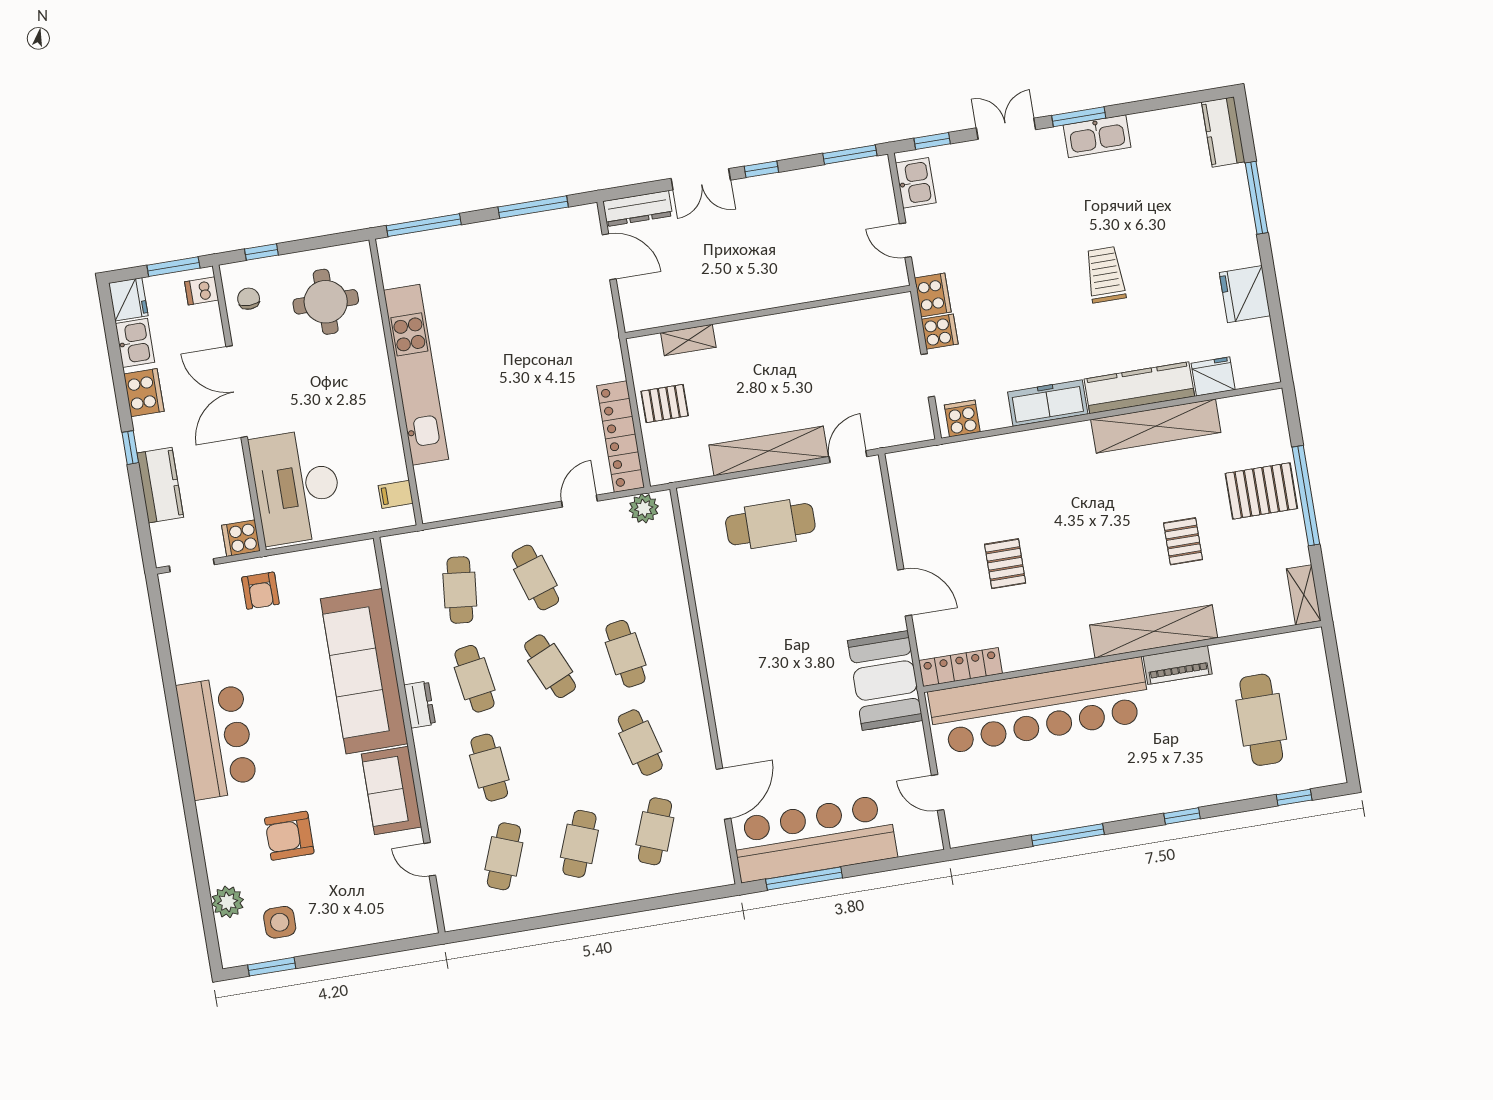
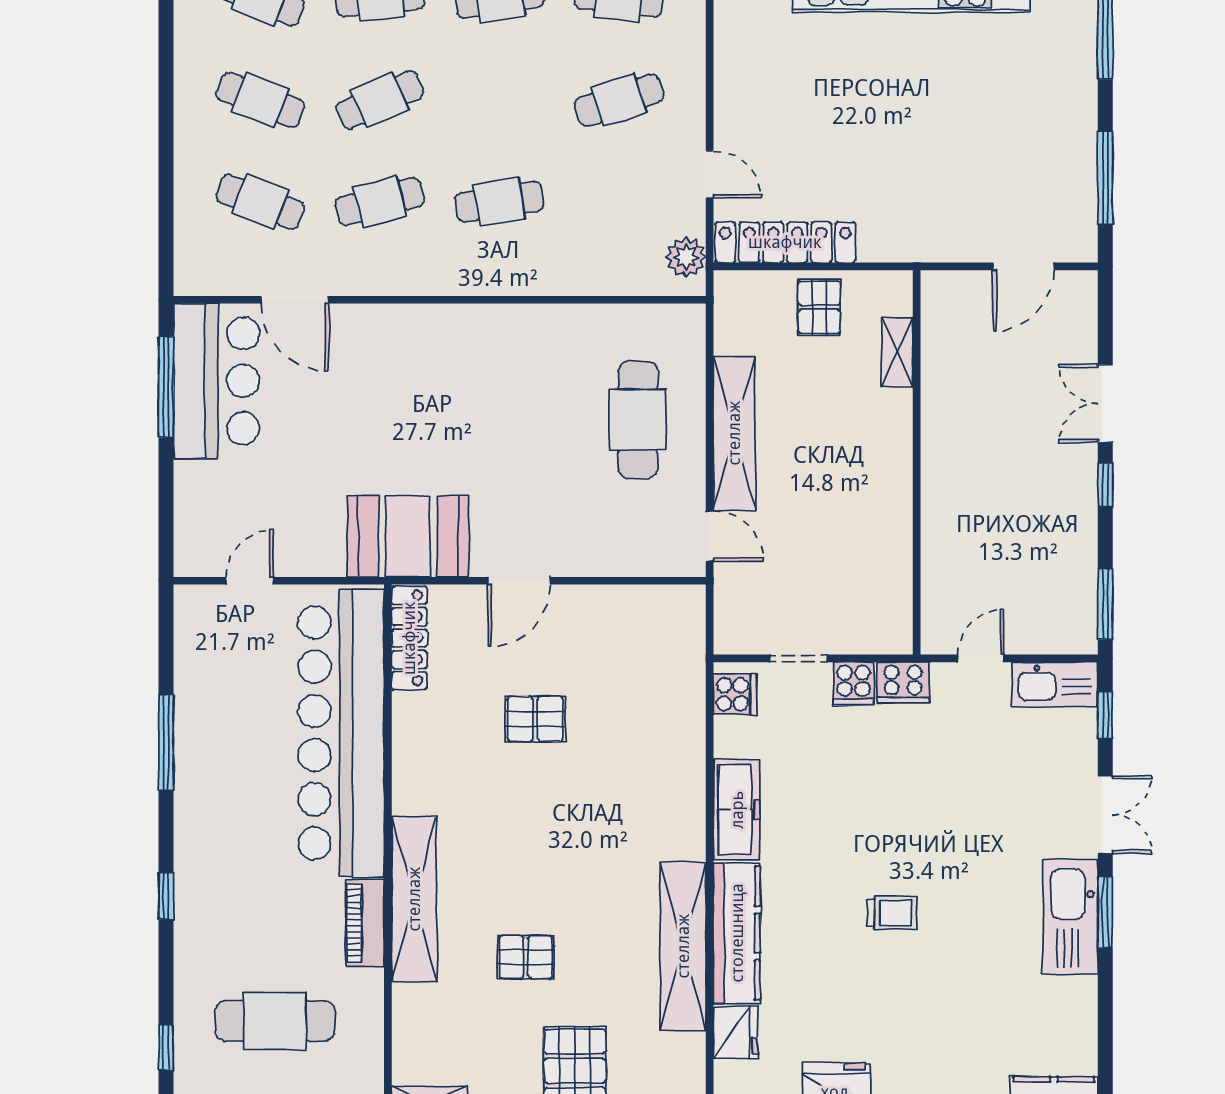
kitchen sink: (1097, 136) -> (1070, 917), width x1.36, depth x1.24
kitchen sink: (916, 183) -> (1054, 684), width x1.38
dresser: (638, 209) -> (1081, 314), removed
trolley: (1105, 275) -> (892, 913), width x0.73, depth x0.72
cafe table: (550, 666) -> (380, 100), moved
bar counter: (814, 838) -> (216, 381), width x0.73

